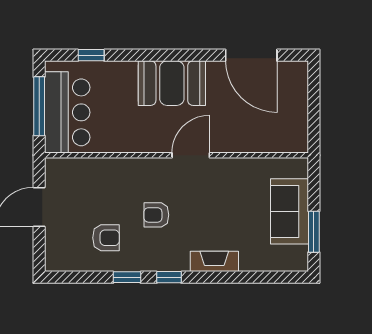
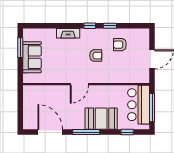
window: (176, 55) -> (86, 132), added
booth: (172, 83) -> (101, 119), moved

